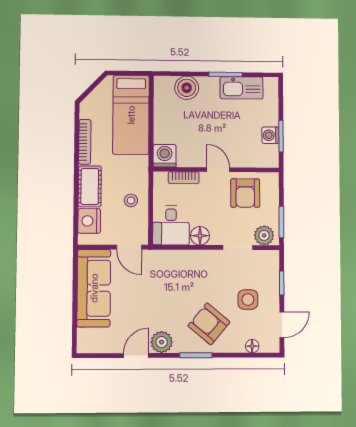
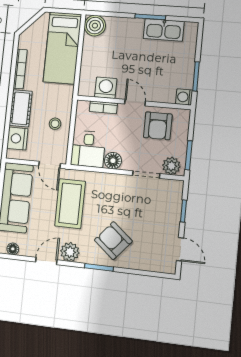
boiler: (187, 88) -> (95, 26), moved
washing machine: (270, 135) -> (184, 97), moved
washing machine: (165, 156) -> (106, 88), moved
coffee table: (157, 288) -> (70, 204), added
side table: (248, 300) -> (151, 223), removed
door: (282, 325) -> (180, 249), hinge flipped
floor lamp: (252, 346) -> (13, 249), moved

